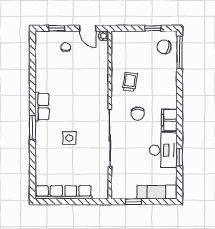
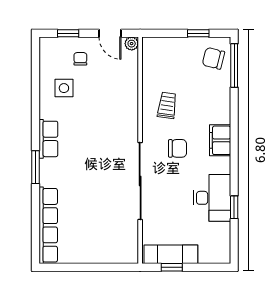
chair: (138, 114) -> (178, 148), turned -90
filing cabinet: (169, 120) -> (220, 140), moved
side table: (69, 138) -> (64, 88), moved
row of seats: (64, 192) -> (48, 225), moved, turned 90
exam couch: (157, 192) -> (171, 254), moved

